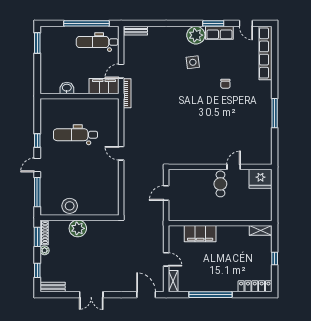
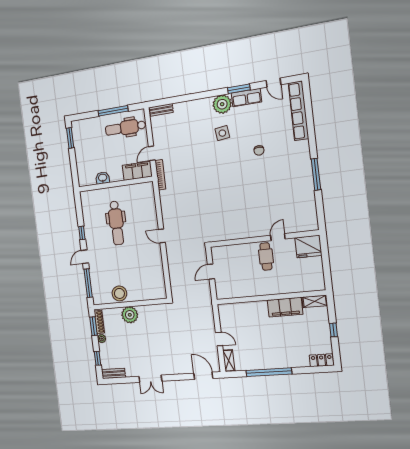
window: (86, 23) -> (113, 111), width x0.68
dental chair: (75, 135) -> (116, 223), turned -90
filing cabinet: (200, 234) -> (285, 307), moved
locker: (255, 286) -> (321, 360), width x0.66

